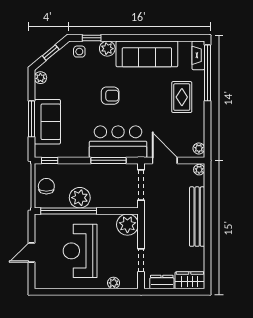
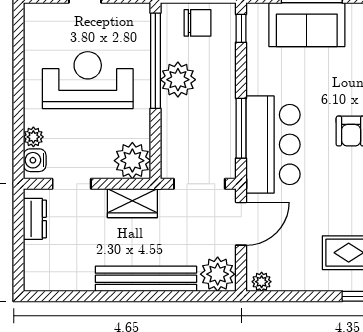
plant: (199, 170) -> (218, 274), width x1.87, depth x1.87
wardrobe: (190, 280) -> (132, 203), moved, turned 90
water cooler: (127, 282) -> (35, 160), added

